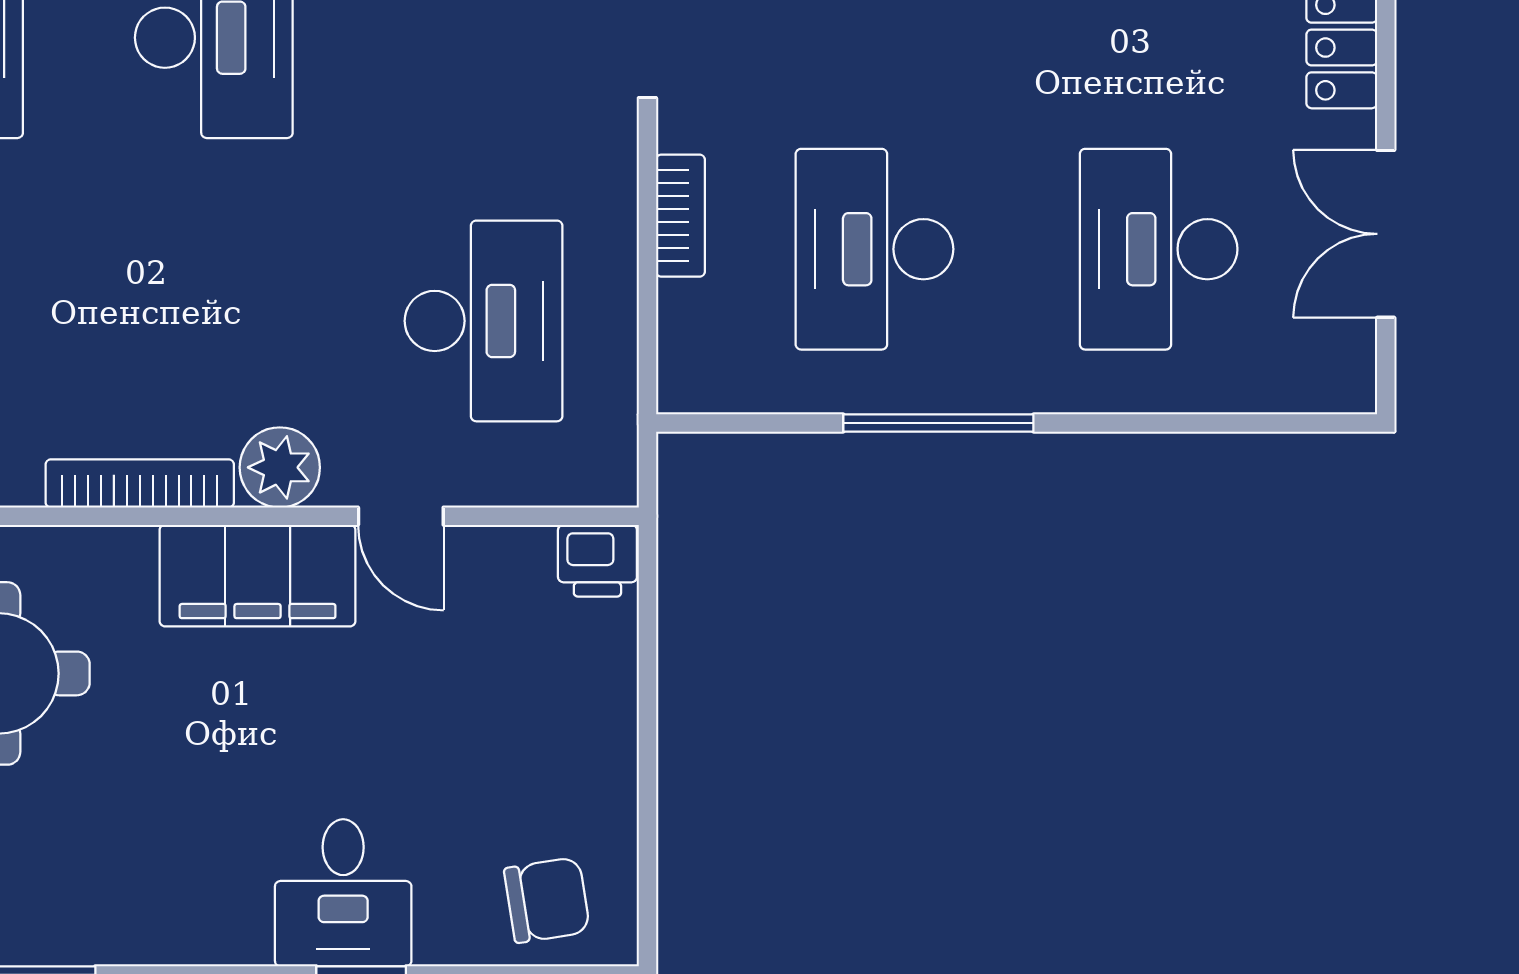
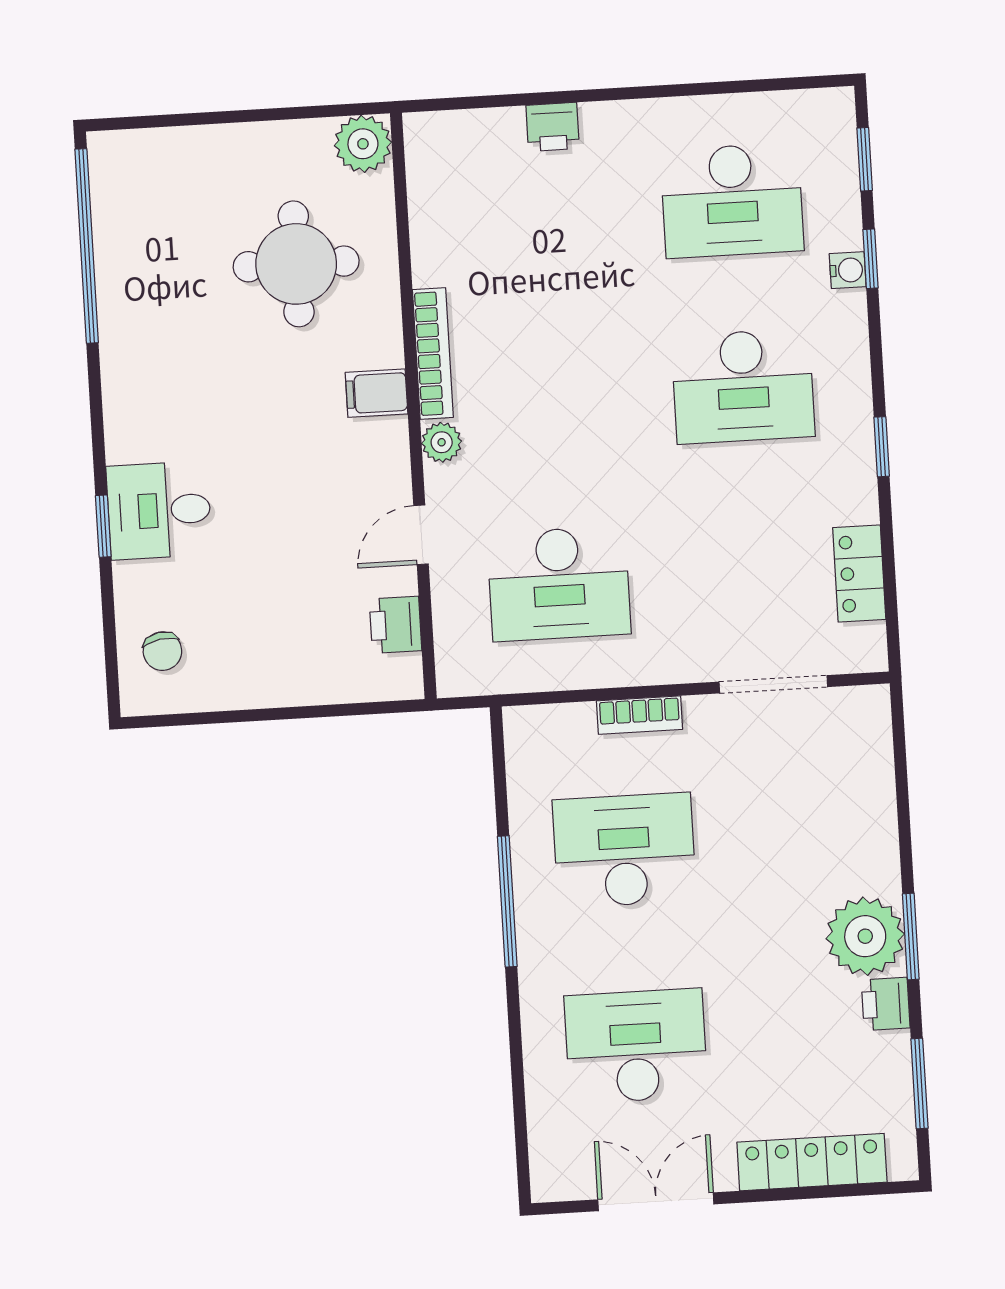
plant: (280, 467) -> (442, 442), width x0.73, depth x0.73
printer: (597, 561) -> (396, 625), moved
filing cabinet: (258, 576) -> (377, 393), width x0.33, depth x0.86
chair: (547, 900) -> (162, 651), width x0.73, depth x0.73

